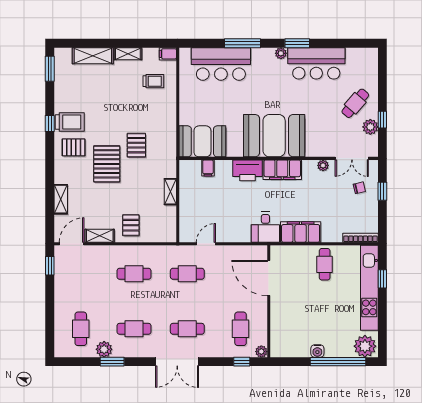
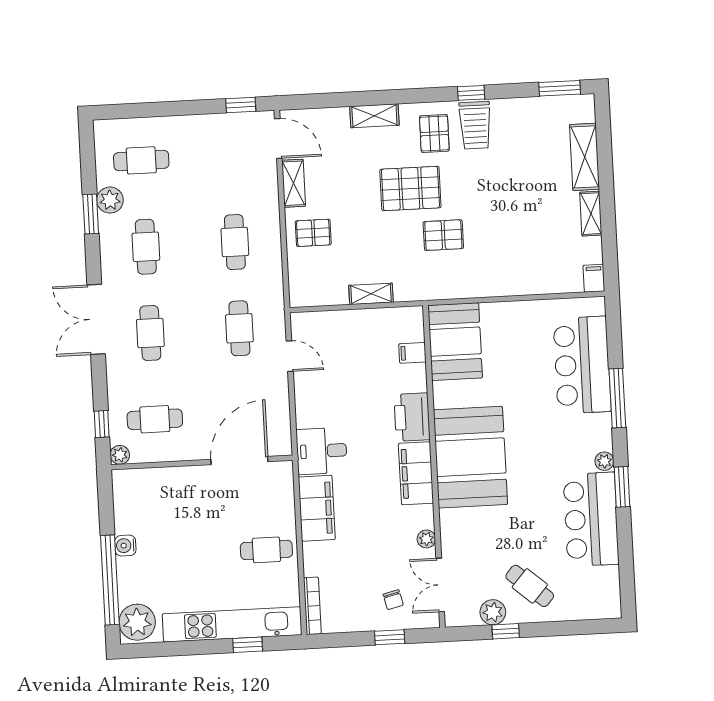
trolley: (153, 81) -> (548, 257), removed
shelving: (61, 199) -> (374, 116), moved

